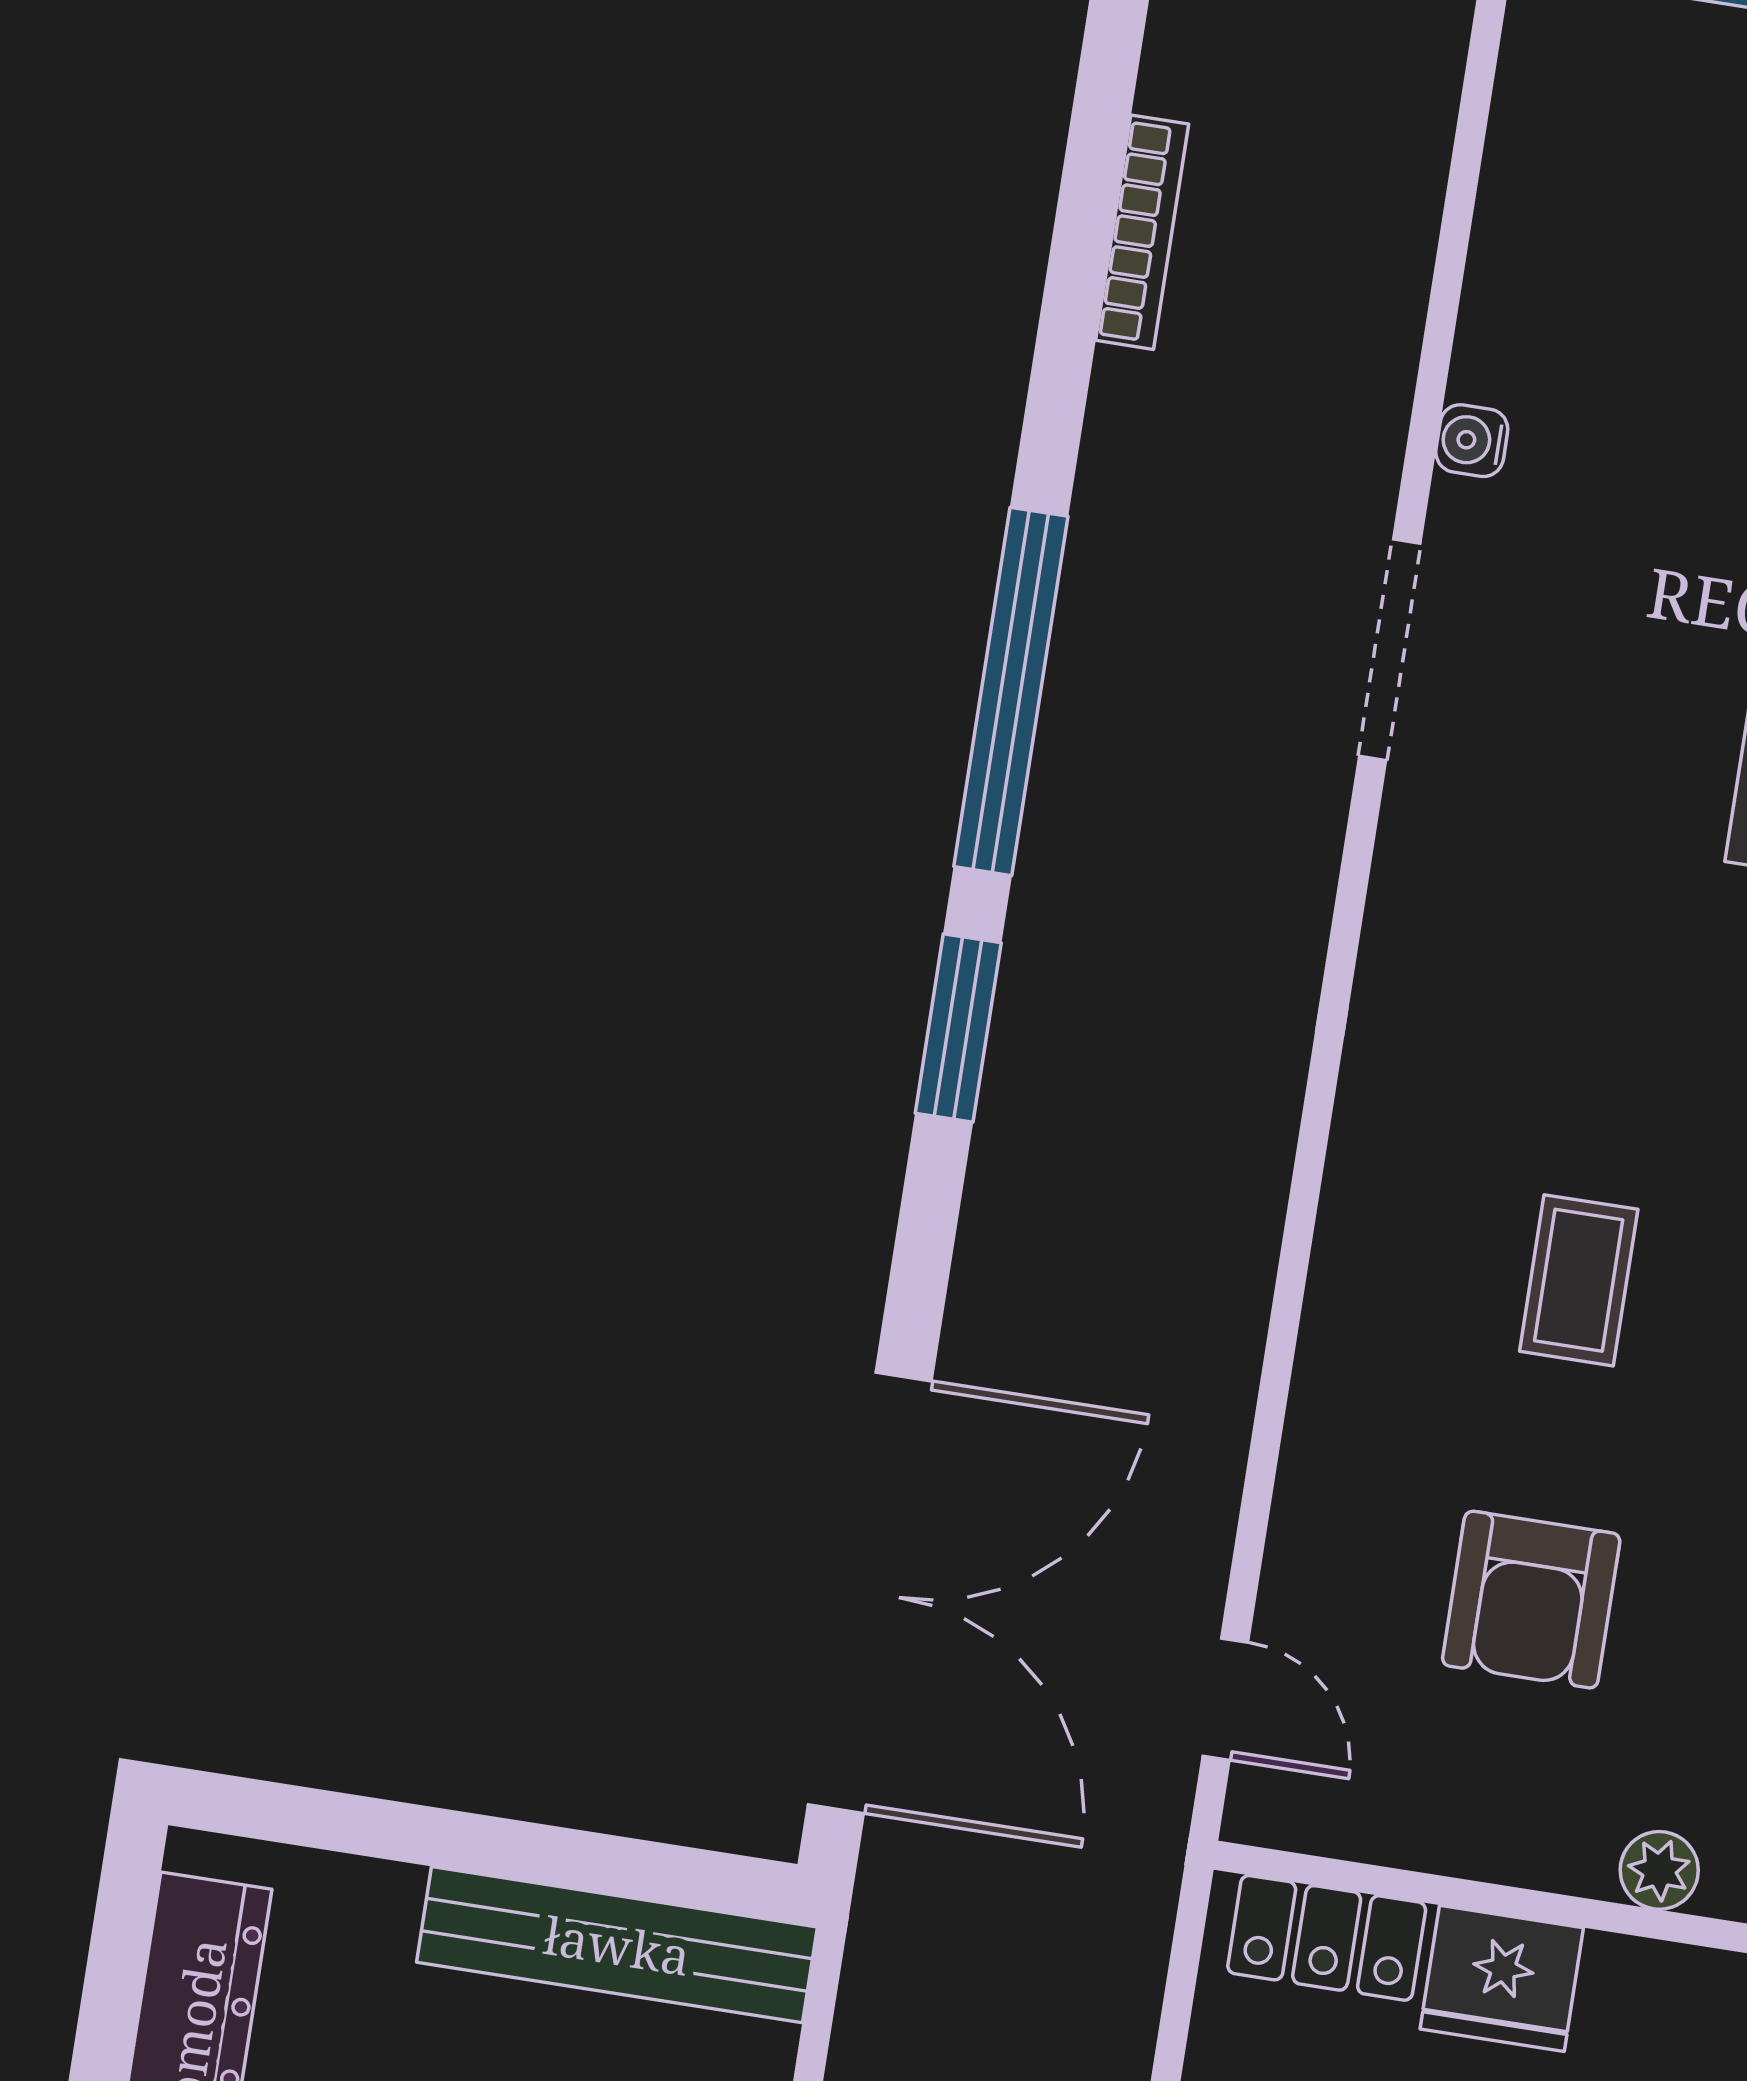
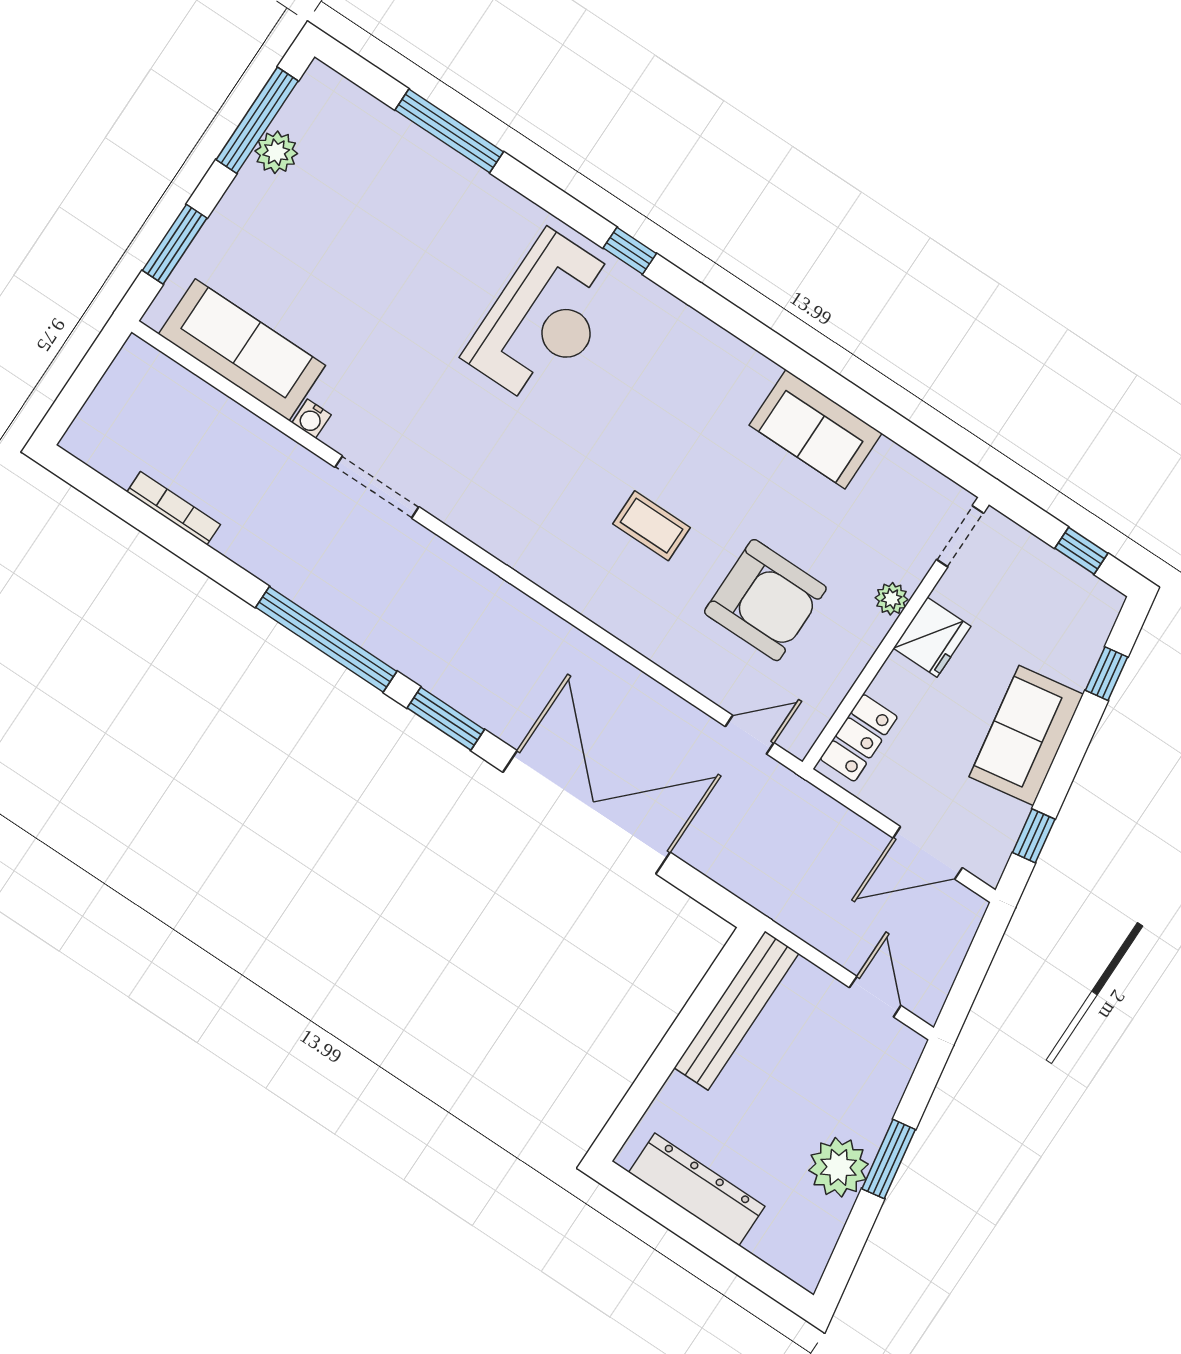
sofa: (1552, 222) -> (242, 350), added
double door: (870, 1593) -> (587, 812), moved
armchair: (1531, 1600) -> (765, 600), width x1.36, depth x1.36
fridge: (1502, 1978) -> (932, 637), moved

